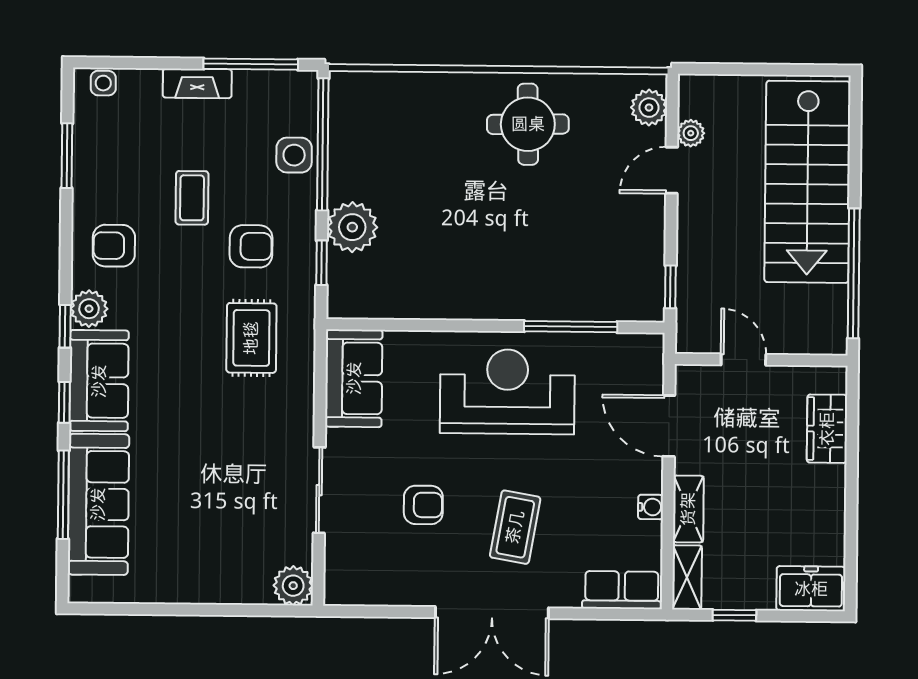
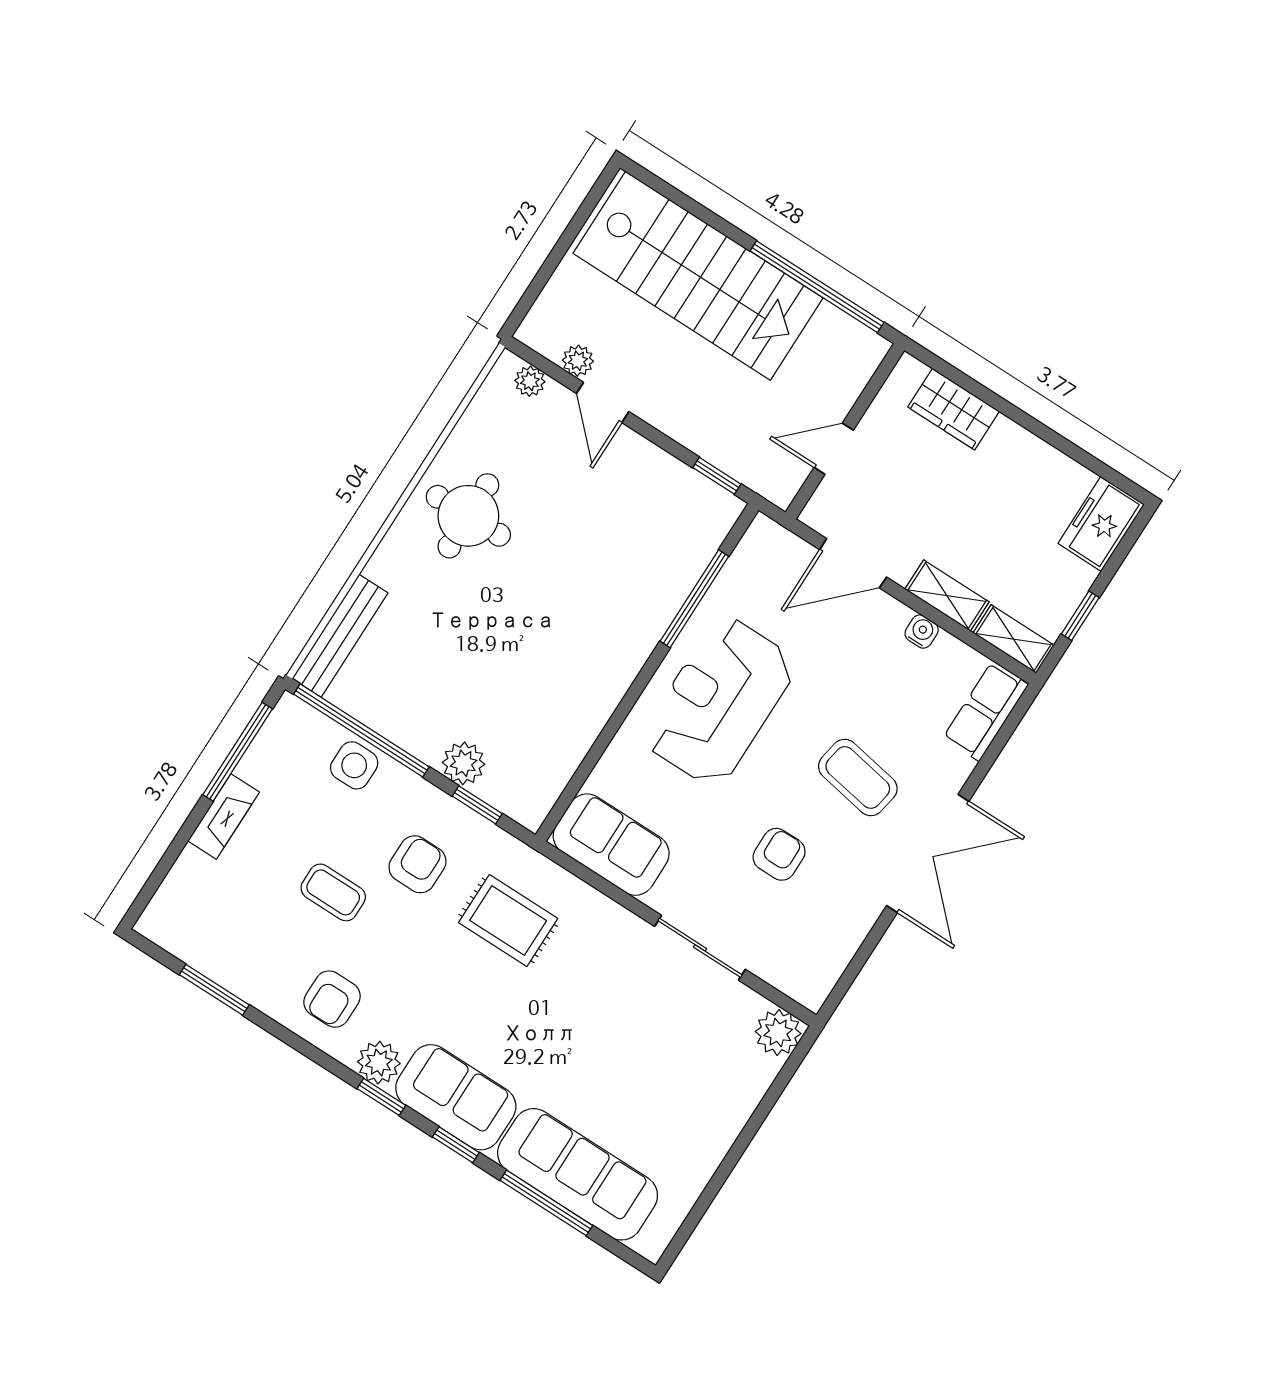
side table: (103, 83) -> (165, 909), removed
bench: (382, 86) -> (340, 636), added
plant: (649, 108) -> (530, 381), width x0.73, depth x0.73
plant: (352, 227) -> (464, 763), width x0.73, depth x0.73

